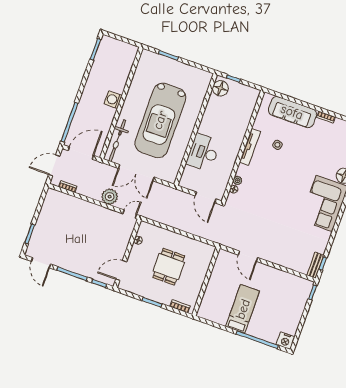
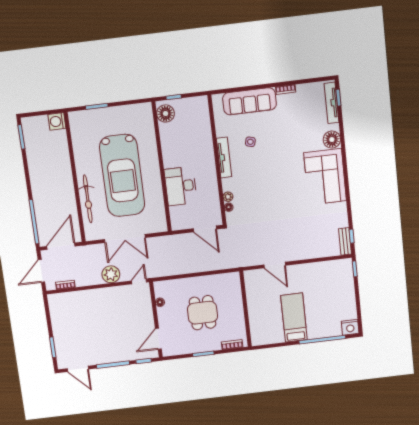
washing machine: (113, 100) -> (57, 121), moved
bicycle: (117, 141) -> (88, 199), moved

